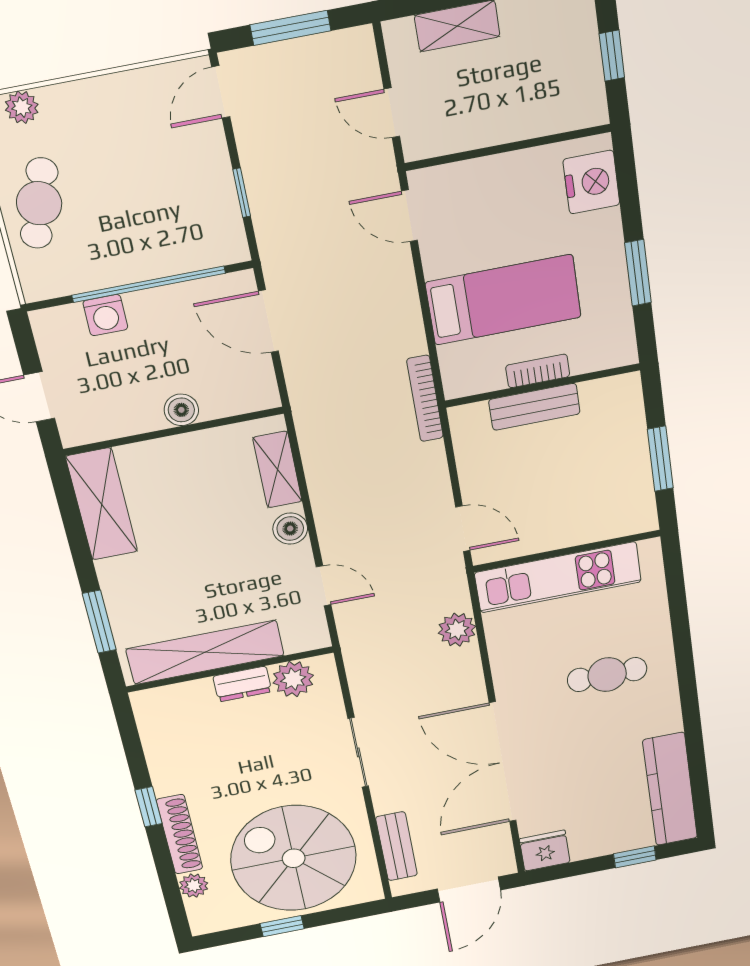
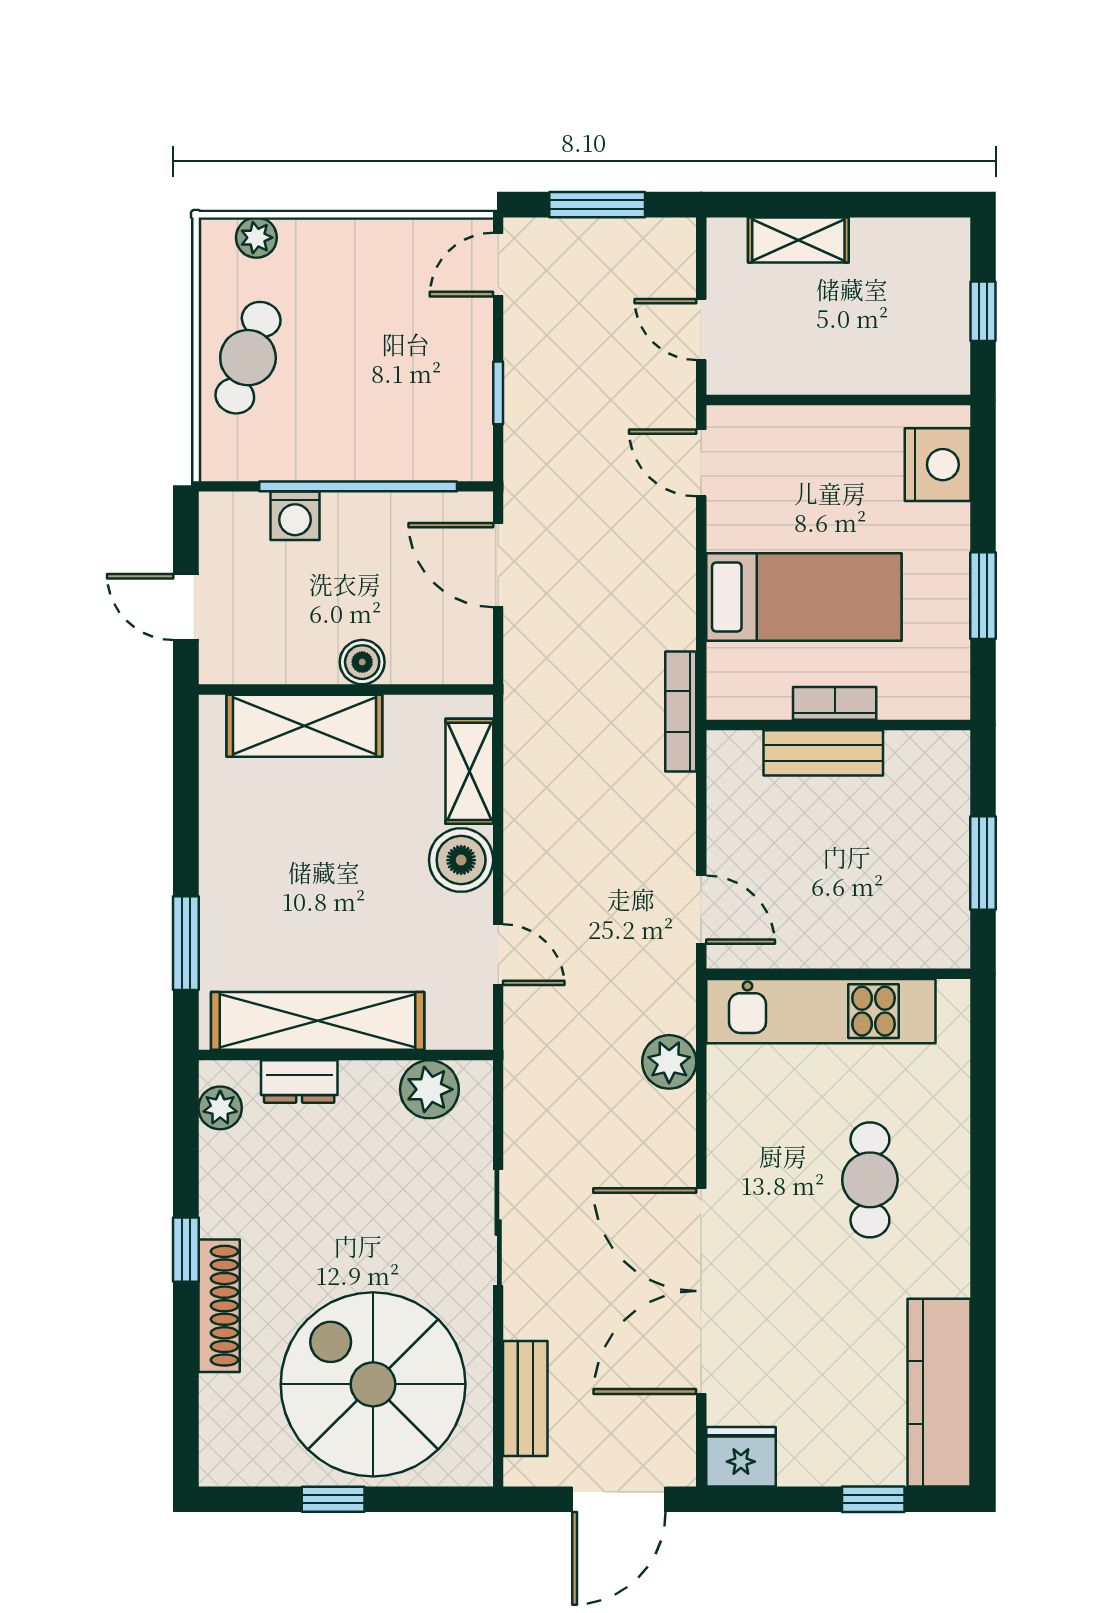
shelving: (102, 504) -> (304, 726), moved, turned 90
boiler: (290, 529) -> (461, 860), width x1.36, depth x1.36
cafe table: (607, 675) -> (870, 1180), turned 90
dresser: (242, 684) -> (299, 1082), moved
plant: (194, 886) -> (220, 1108), moved

